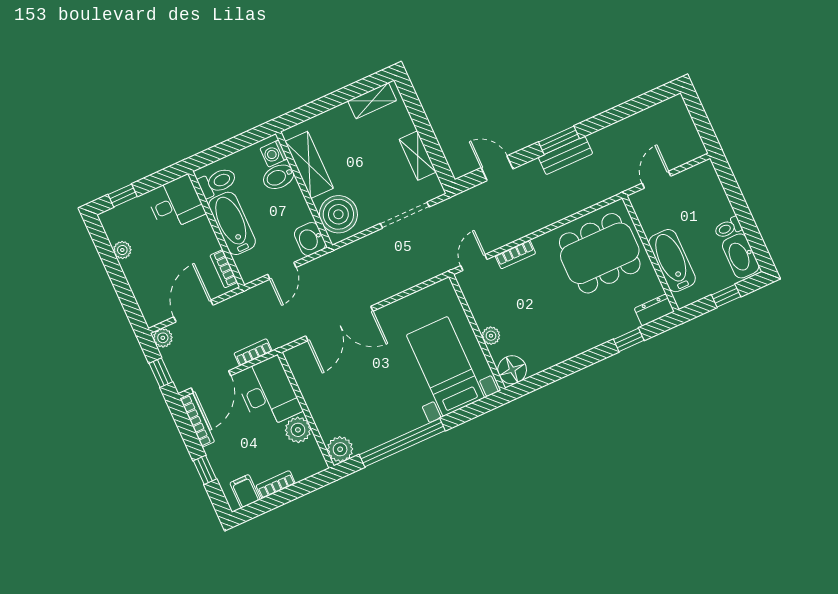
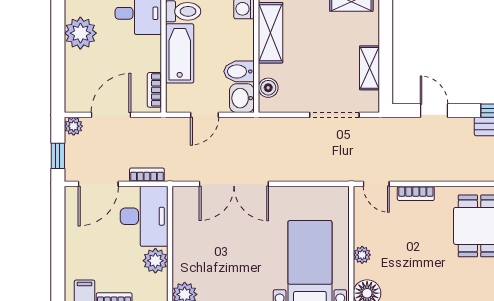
bidet: (279, 177) -> (239, 71), moved
boiler: (338, 214) -> (268, 88), width x0.54, depth x0.54
plant: (122, 250) -> (80, 33), width x1.87, depth x1.87
door: (474, 262) -> (376, 184), swing flipped
bookcase: (197, 420) -> (71, 212), removed
window: (205, 470) -> (58, 259), removed

